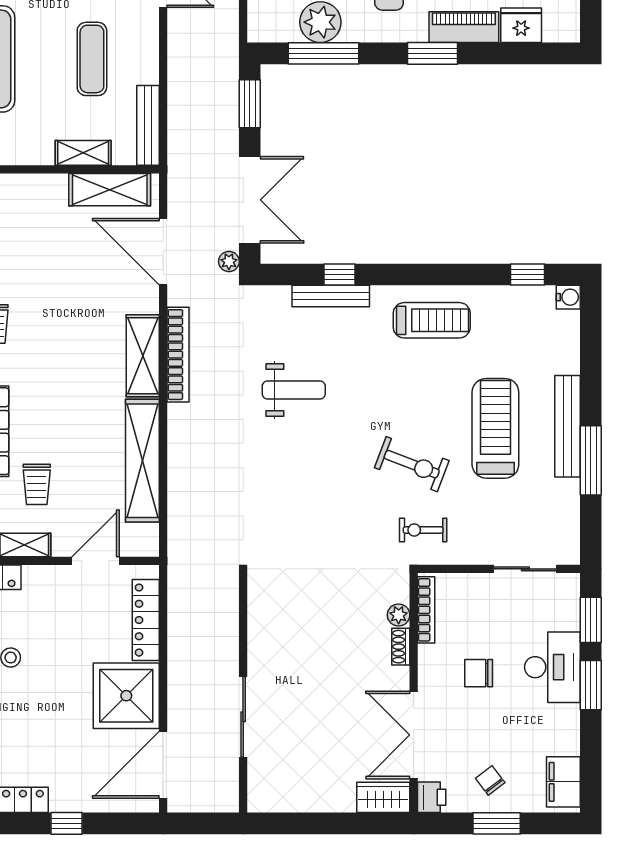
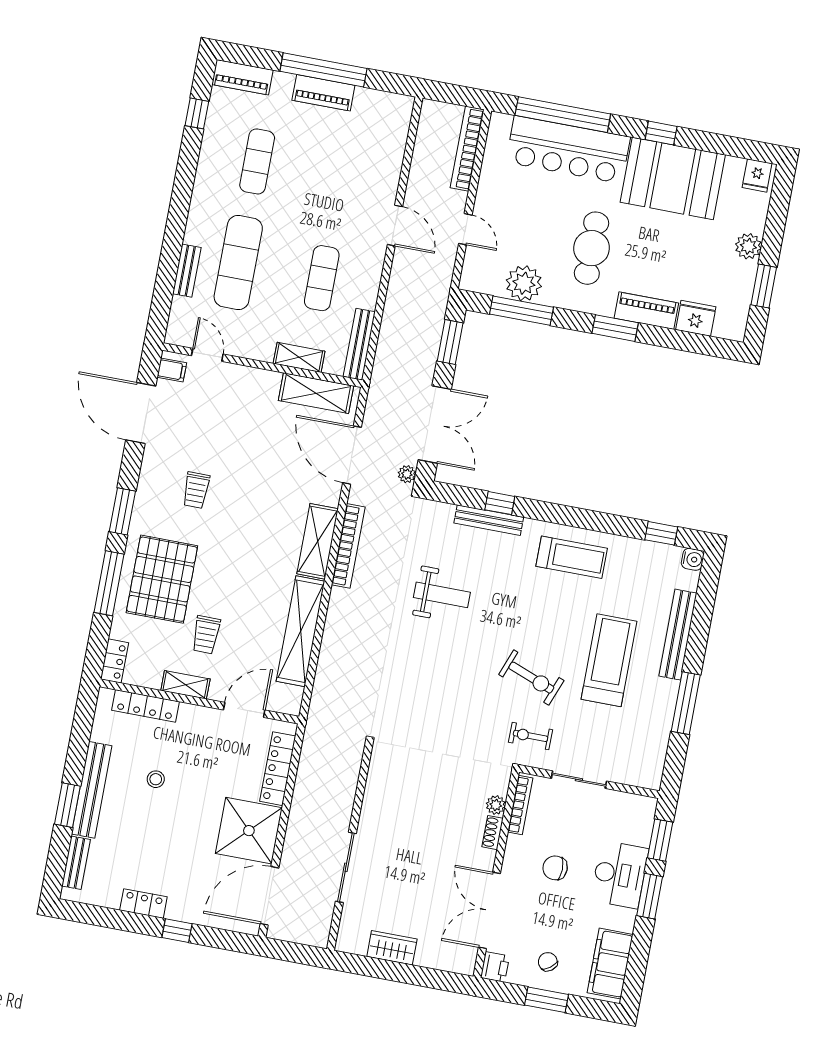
bench: (568, 426) -> (678, 635), moved
sliding door: (525, 569) -> (579, 780), moved
filing cabinet: (563, 782) -> (610, 964), width x1.50, depth x1.17
wardrobe: (383, 797) -> (392, 948), moved

